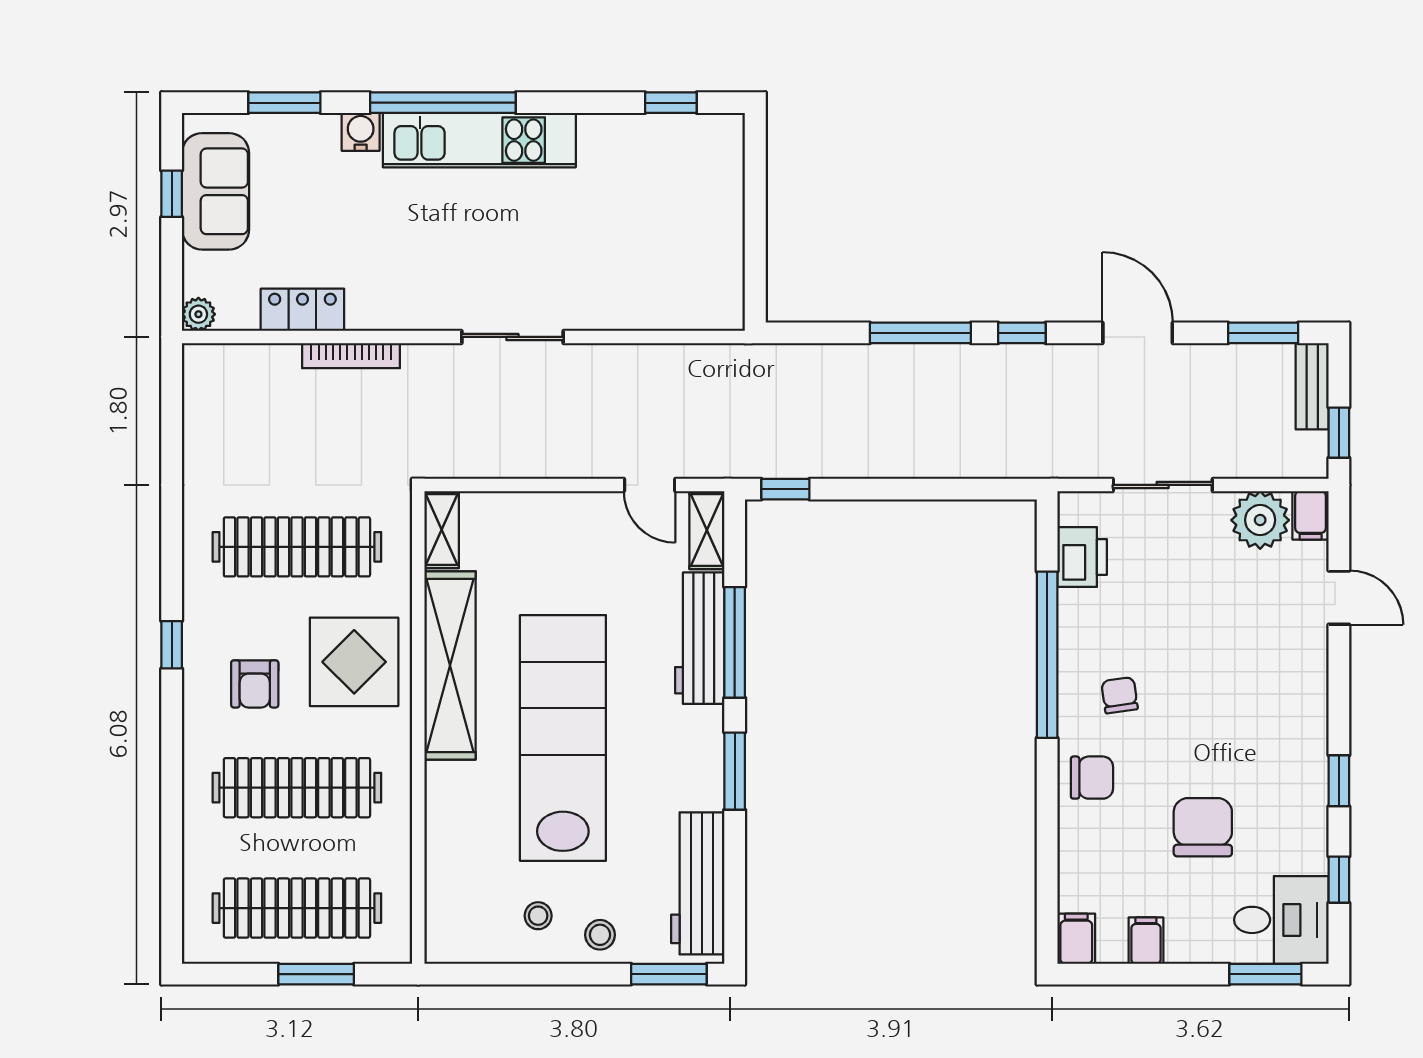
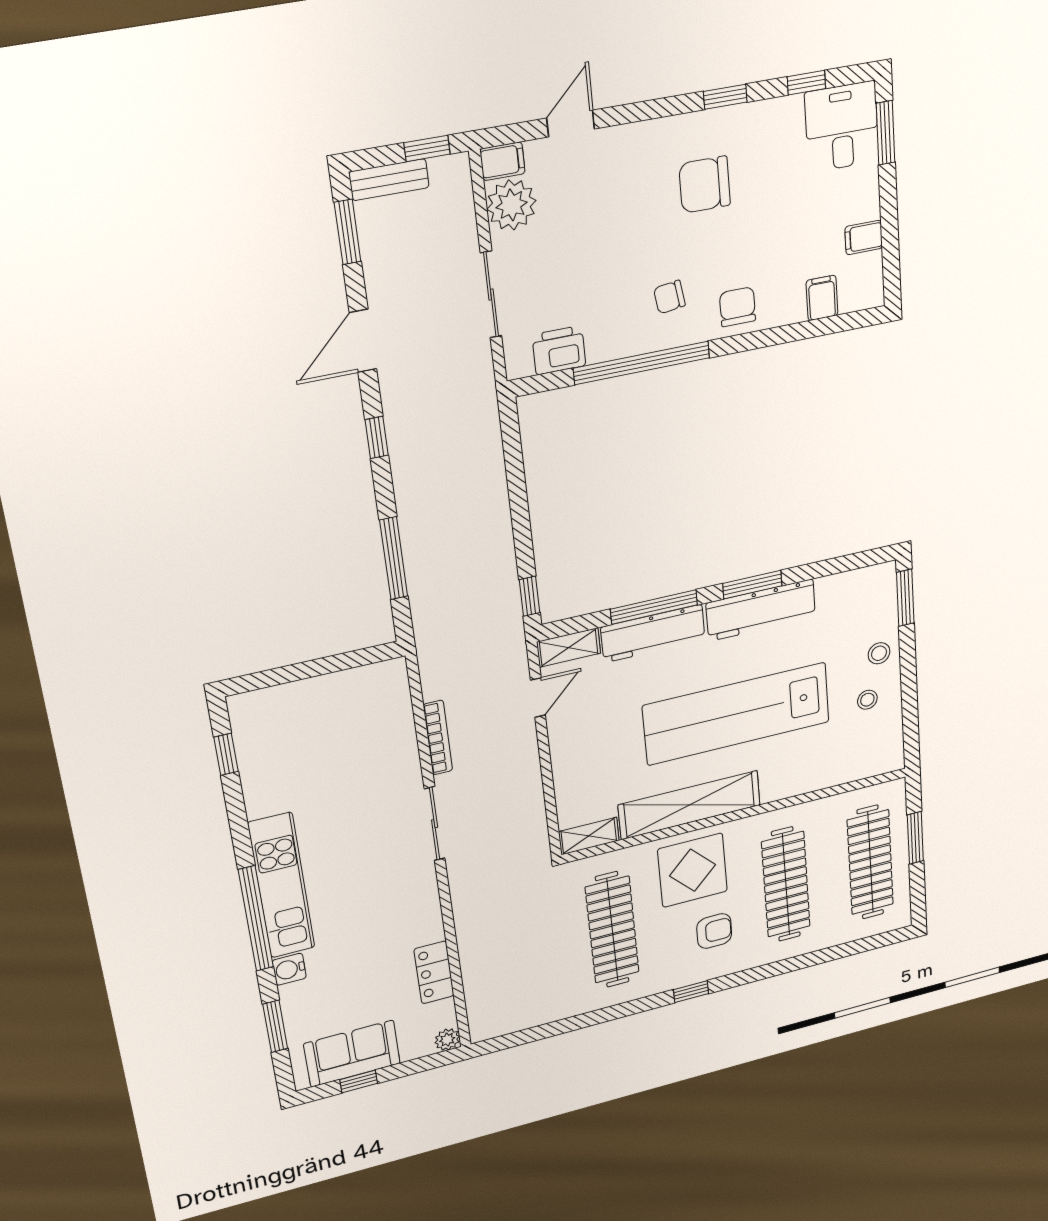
window: (920, 333) -> (394, 558), moved
bookcase: (351, 356) -> (438, 738), moved
chair: (1203, 827) -> (705, 185), moved
workbench: (698, 883) -> (761, 610), moved
filing cabinet: (1076, 939) -> (822, 298), moved, turned 90

